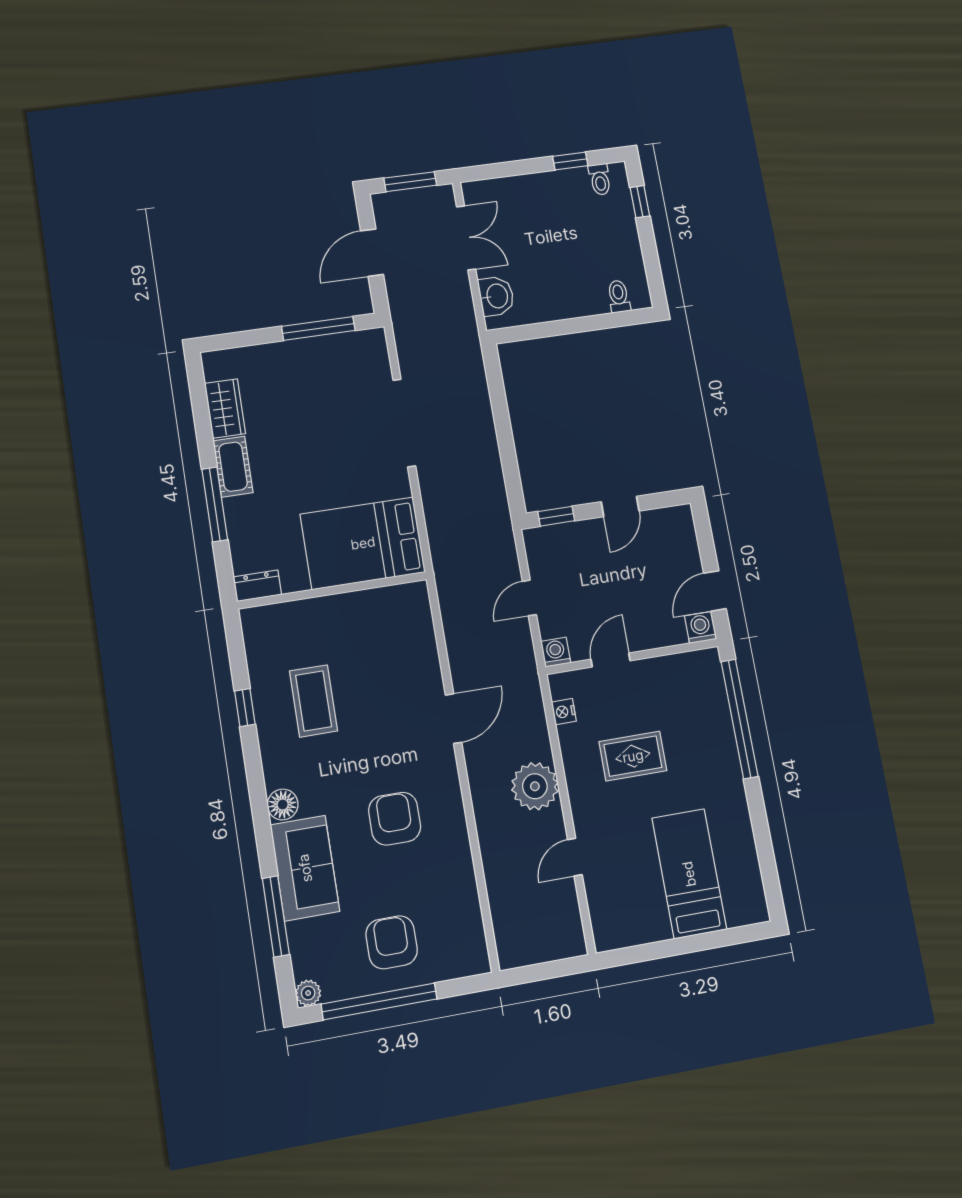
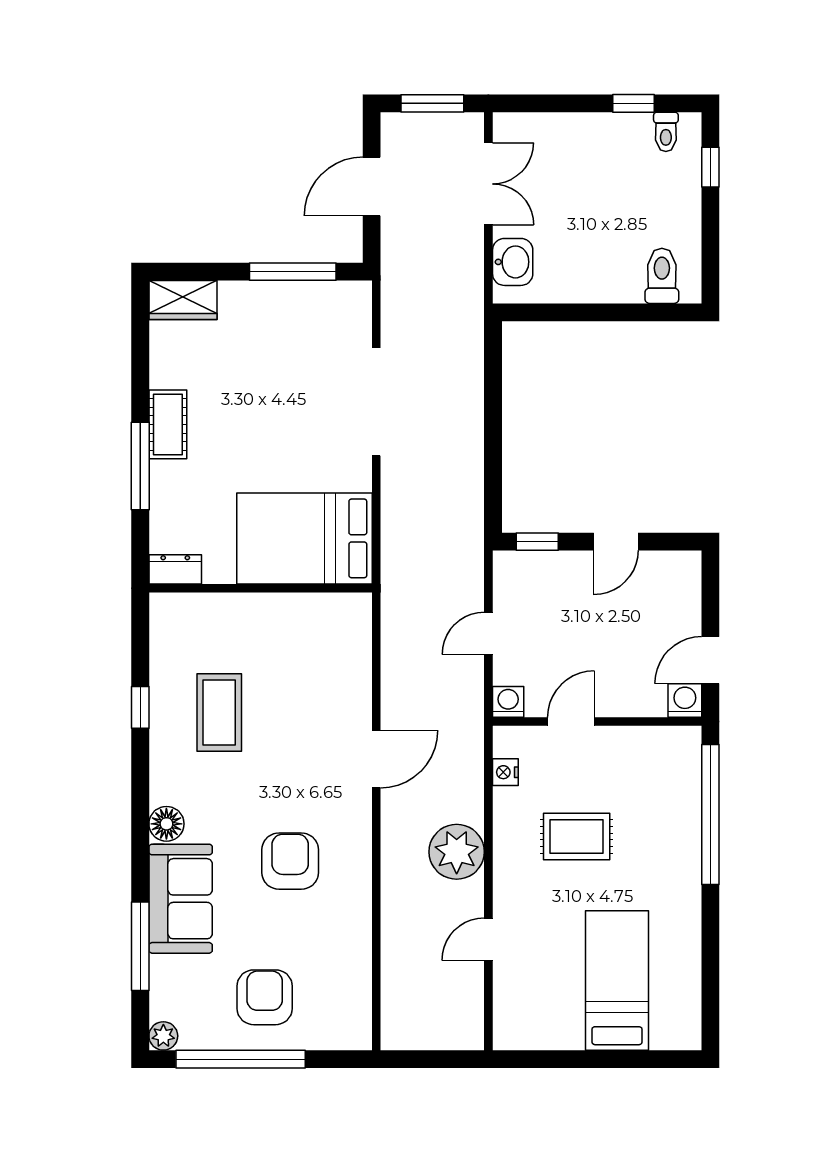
toilet: (619, 296) -> (662, 276), width x1.37, depth x1.39
wardrobe: (225, 409) -> (183, 300), moved, turned 90

